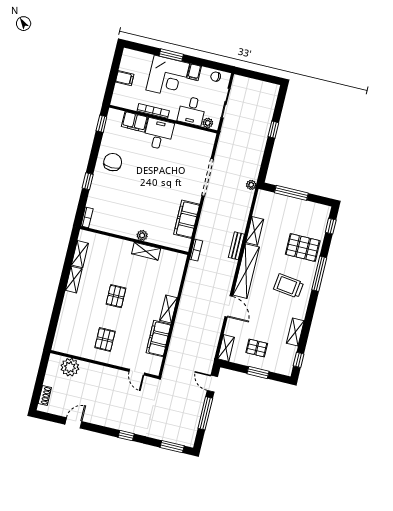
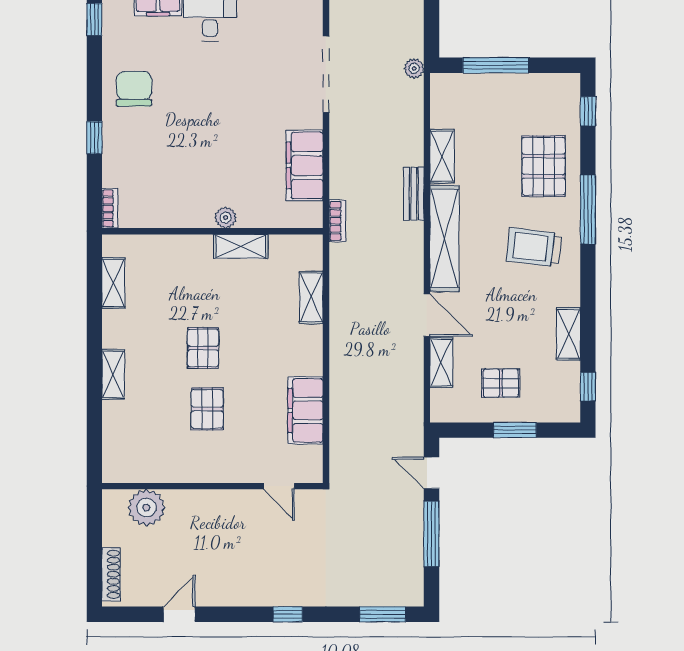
pallet: (303, 248) -> (544, 166), turned 90
shelving: (74, 280) -> (113, 374), moved
shelving: (168, 309) -> (311, 297), moved
pallet: (105, 340) -> (207, 409), moved
shelving: (226, 348) -> (441, 363), moved
shoe rack: (45, 395) -> (111, 574), width x1.43

